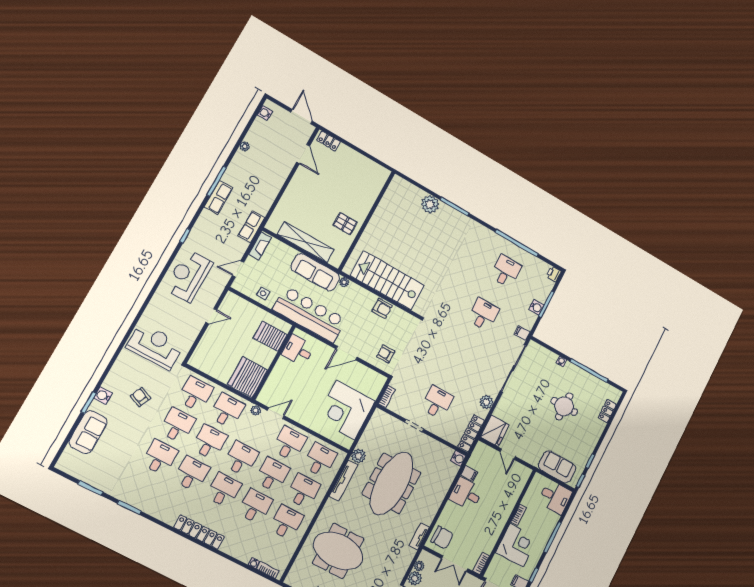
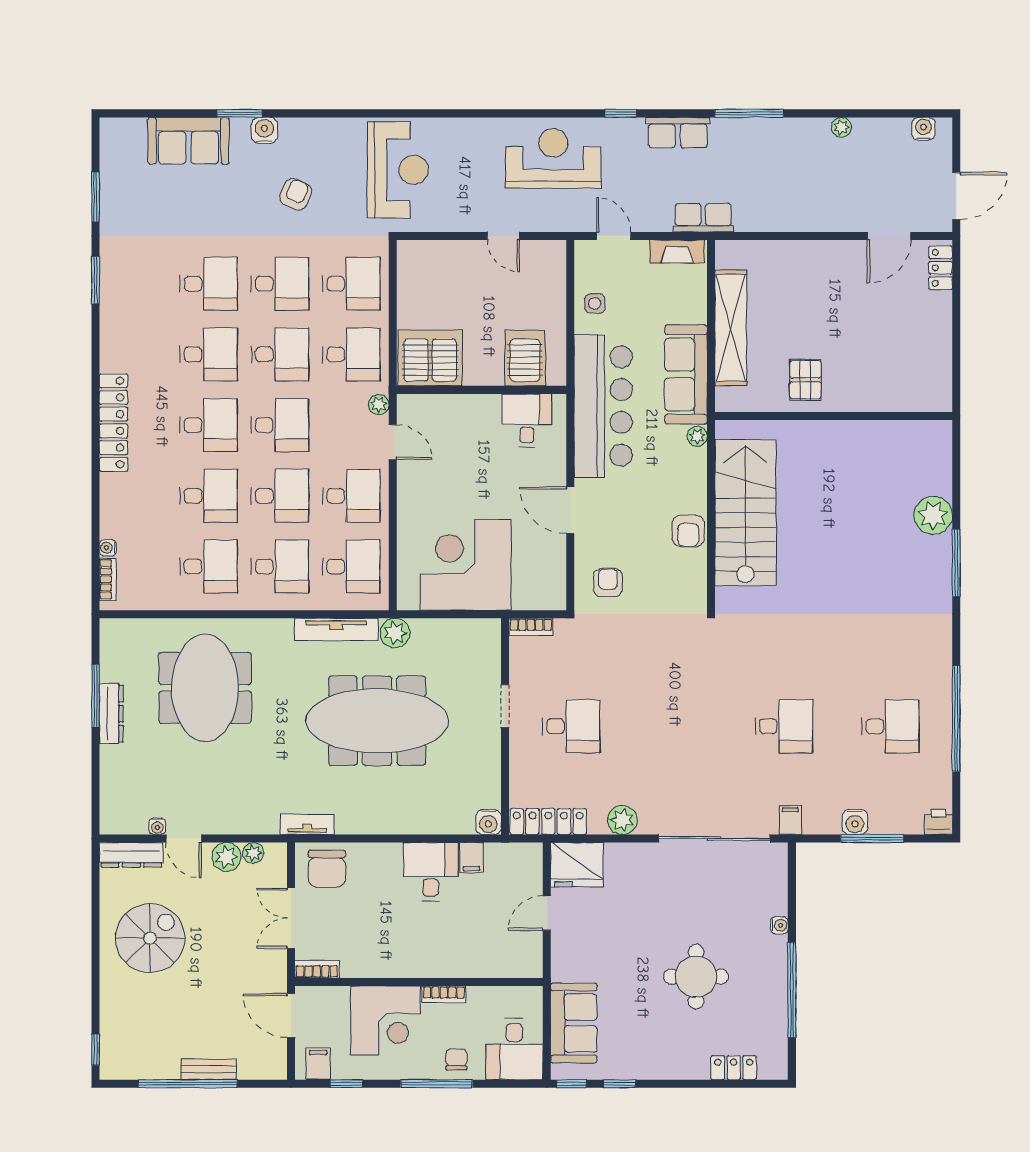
row of seats: (219, 197) -> (678, 133), moved
chair: (547, 524) -> (456, 1059), added

